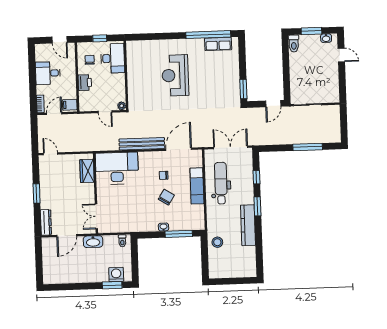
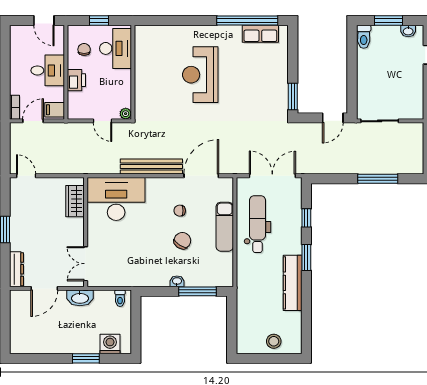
desk: (48, 73) -> (48, 70), moved, turned 180
stool: (217, 242) -> (274, 341), moved
window: (112, 285) -> (86, 358), moved

